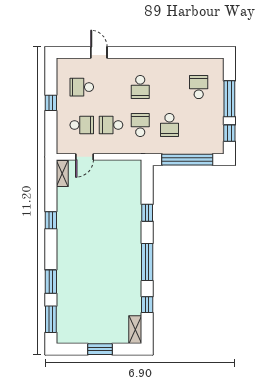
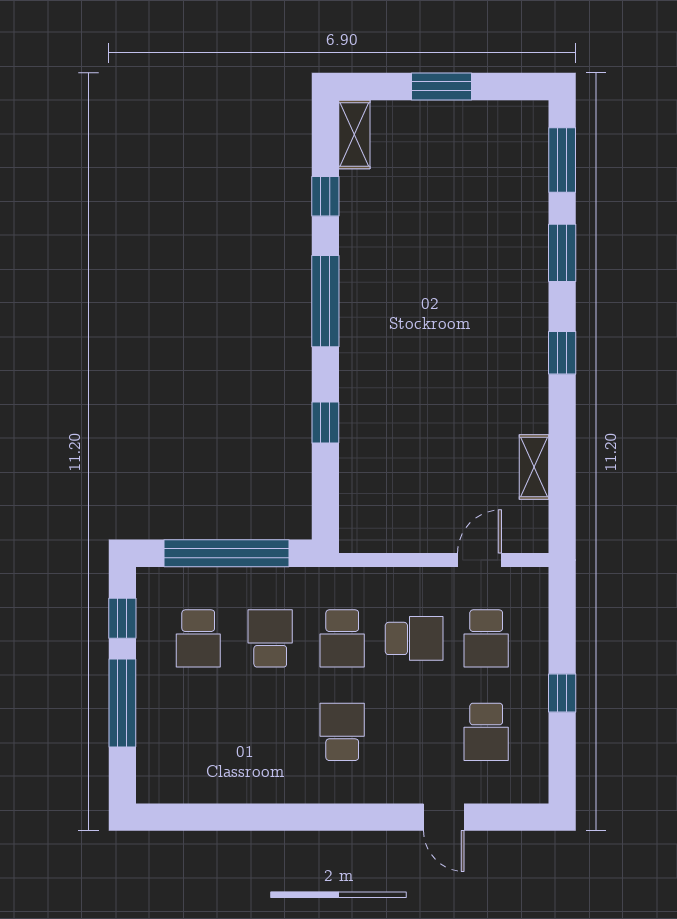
school desk: (82, 87) -> (486, 732), turned 90
school desk: (199, 87) -> (198, 638), moved
school desk: (82, 125) -> (486, 638), turned -90
shelving: (62, 174) -> (534, 467), moved
window: (51, 220) -> (562, 353), moved

